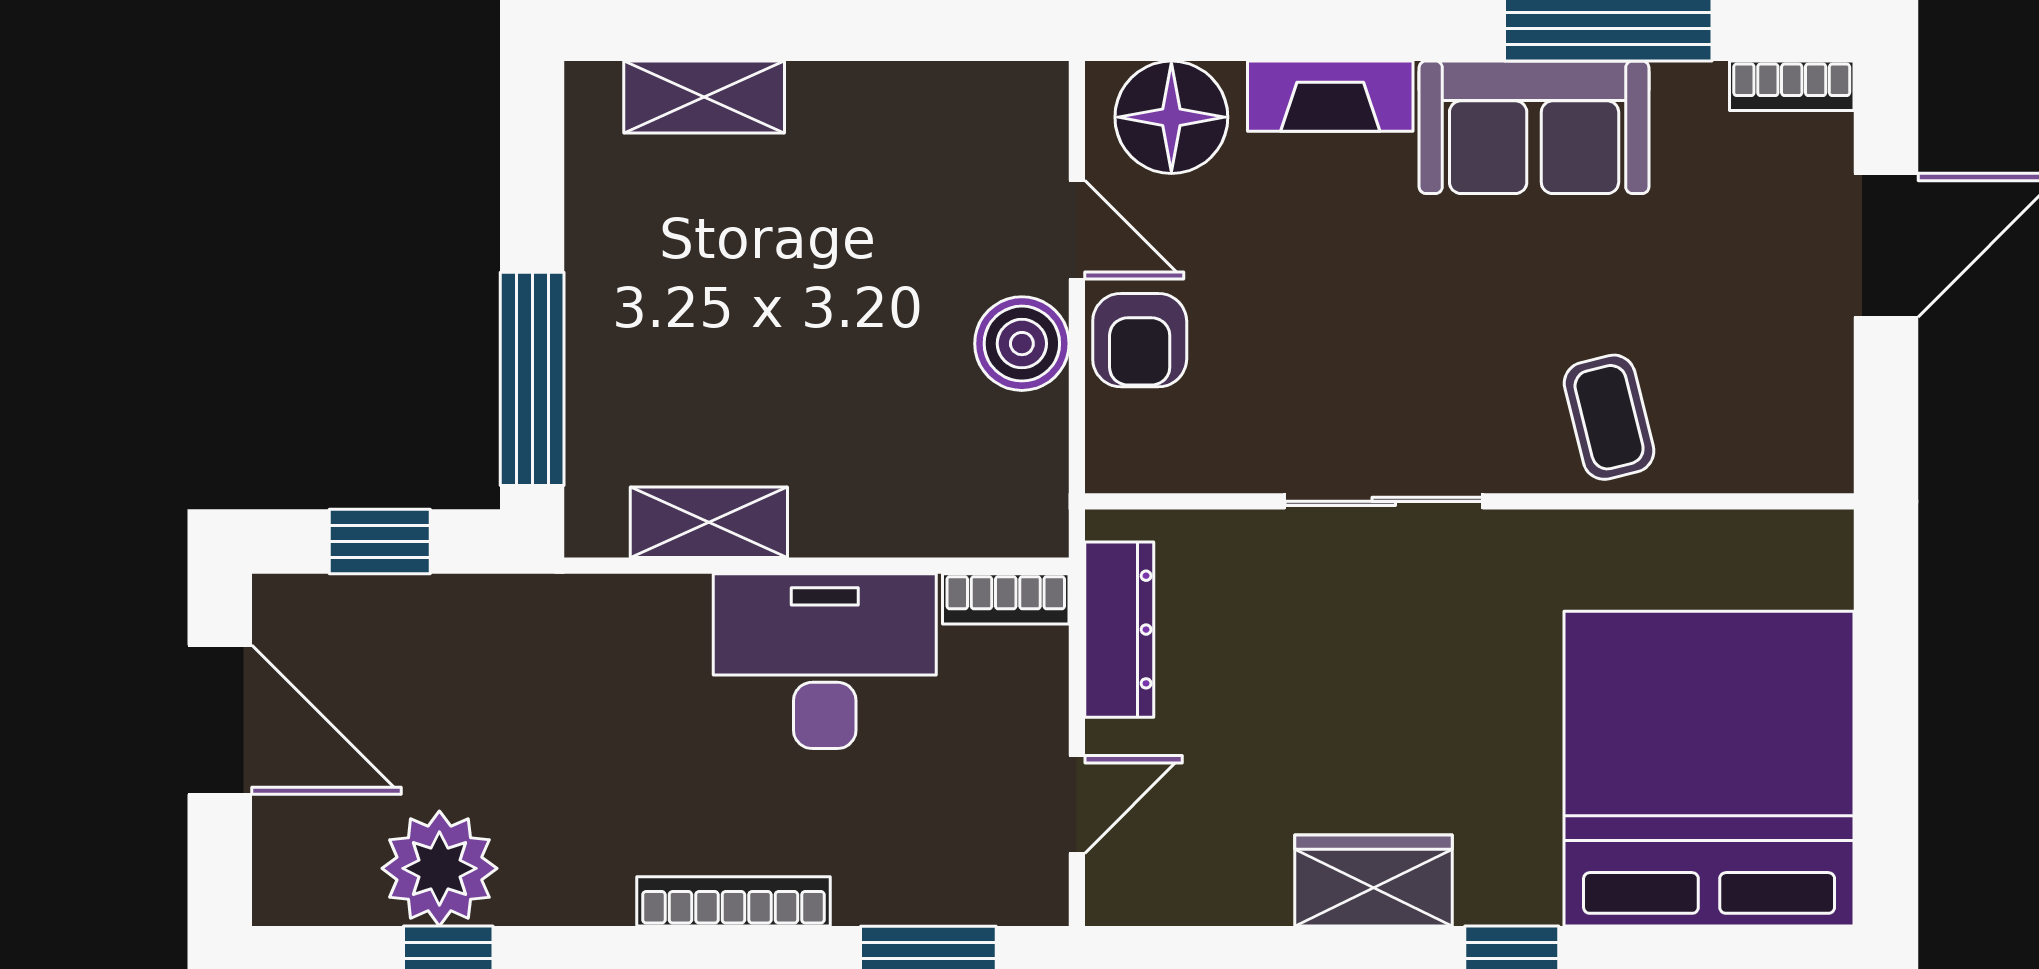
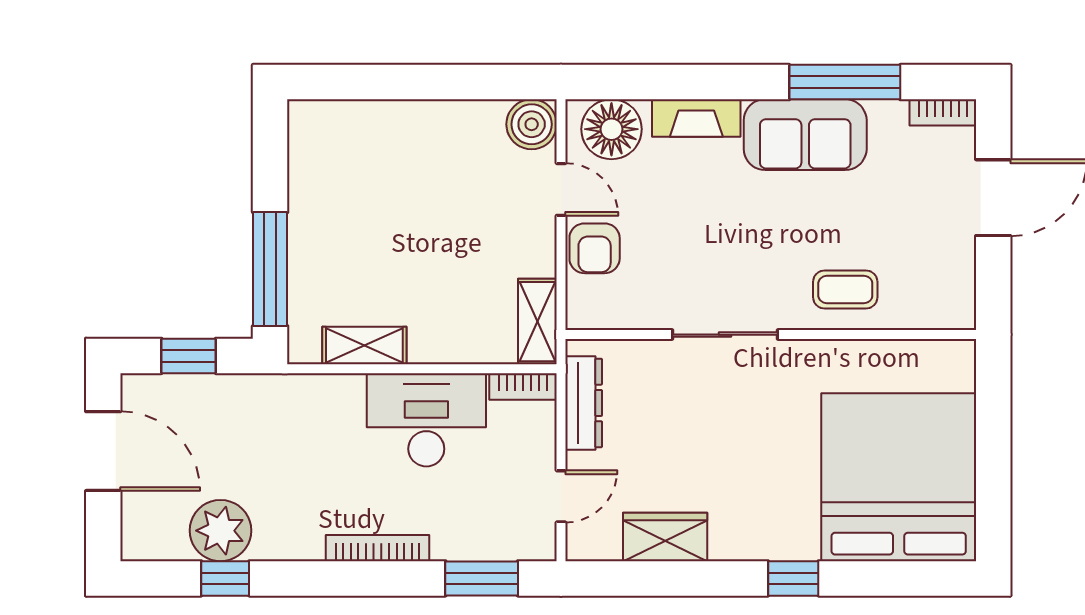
shelving: (704, 97) -> (537, 322), moved, turned 90
boiler: (1022, 344) -> (532, 124), moved
coffee table: (1609, 417) -> (845, 290), turned -76
wardrobe: (1374, 880) -> (665, 537), moved

